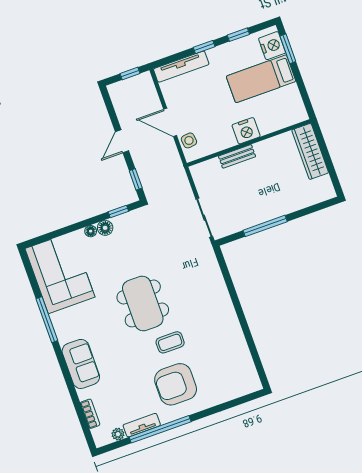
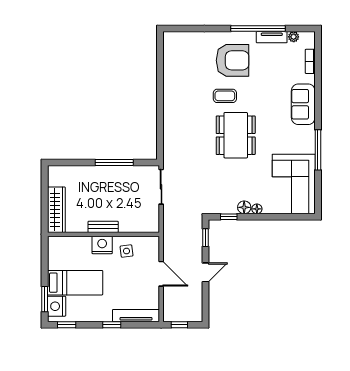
window: (238, 35) -> (67, 325), moved
side table: (189, 140) -> (127, 251), moved
bench: (237, 156) -> (103, 227), moved

